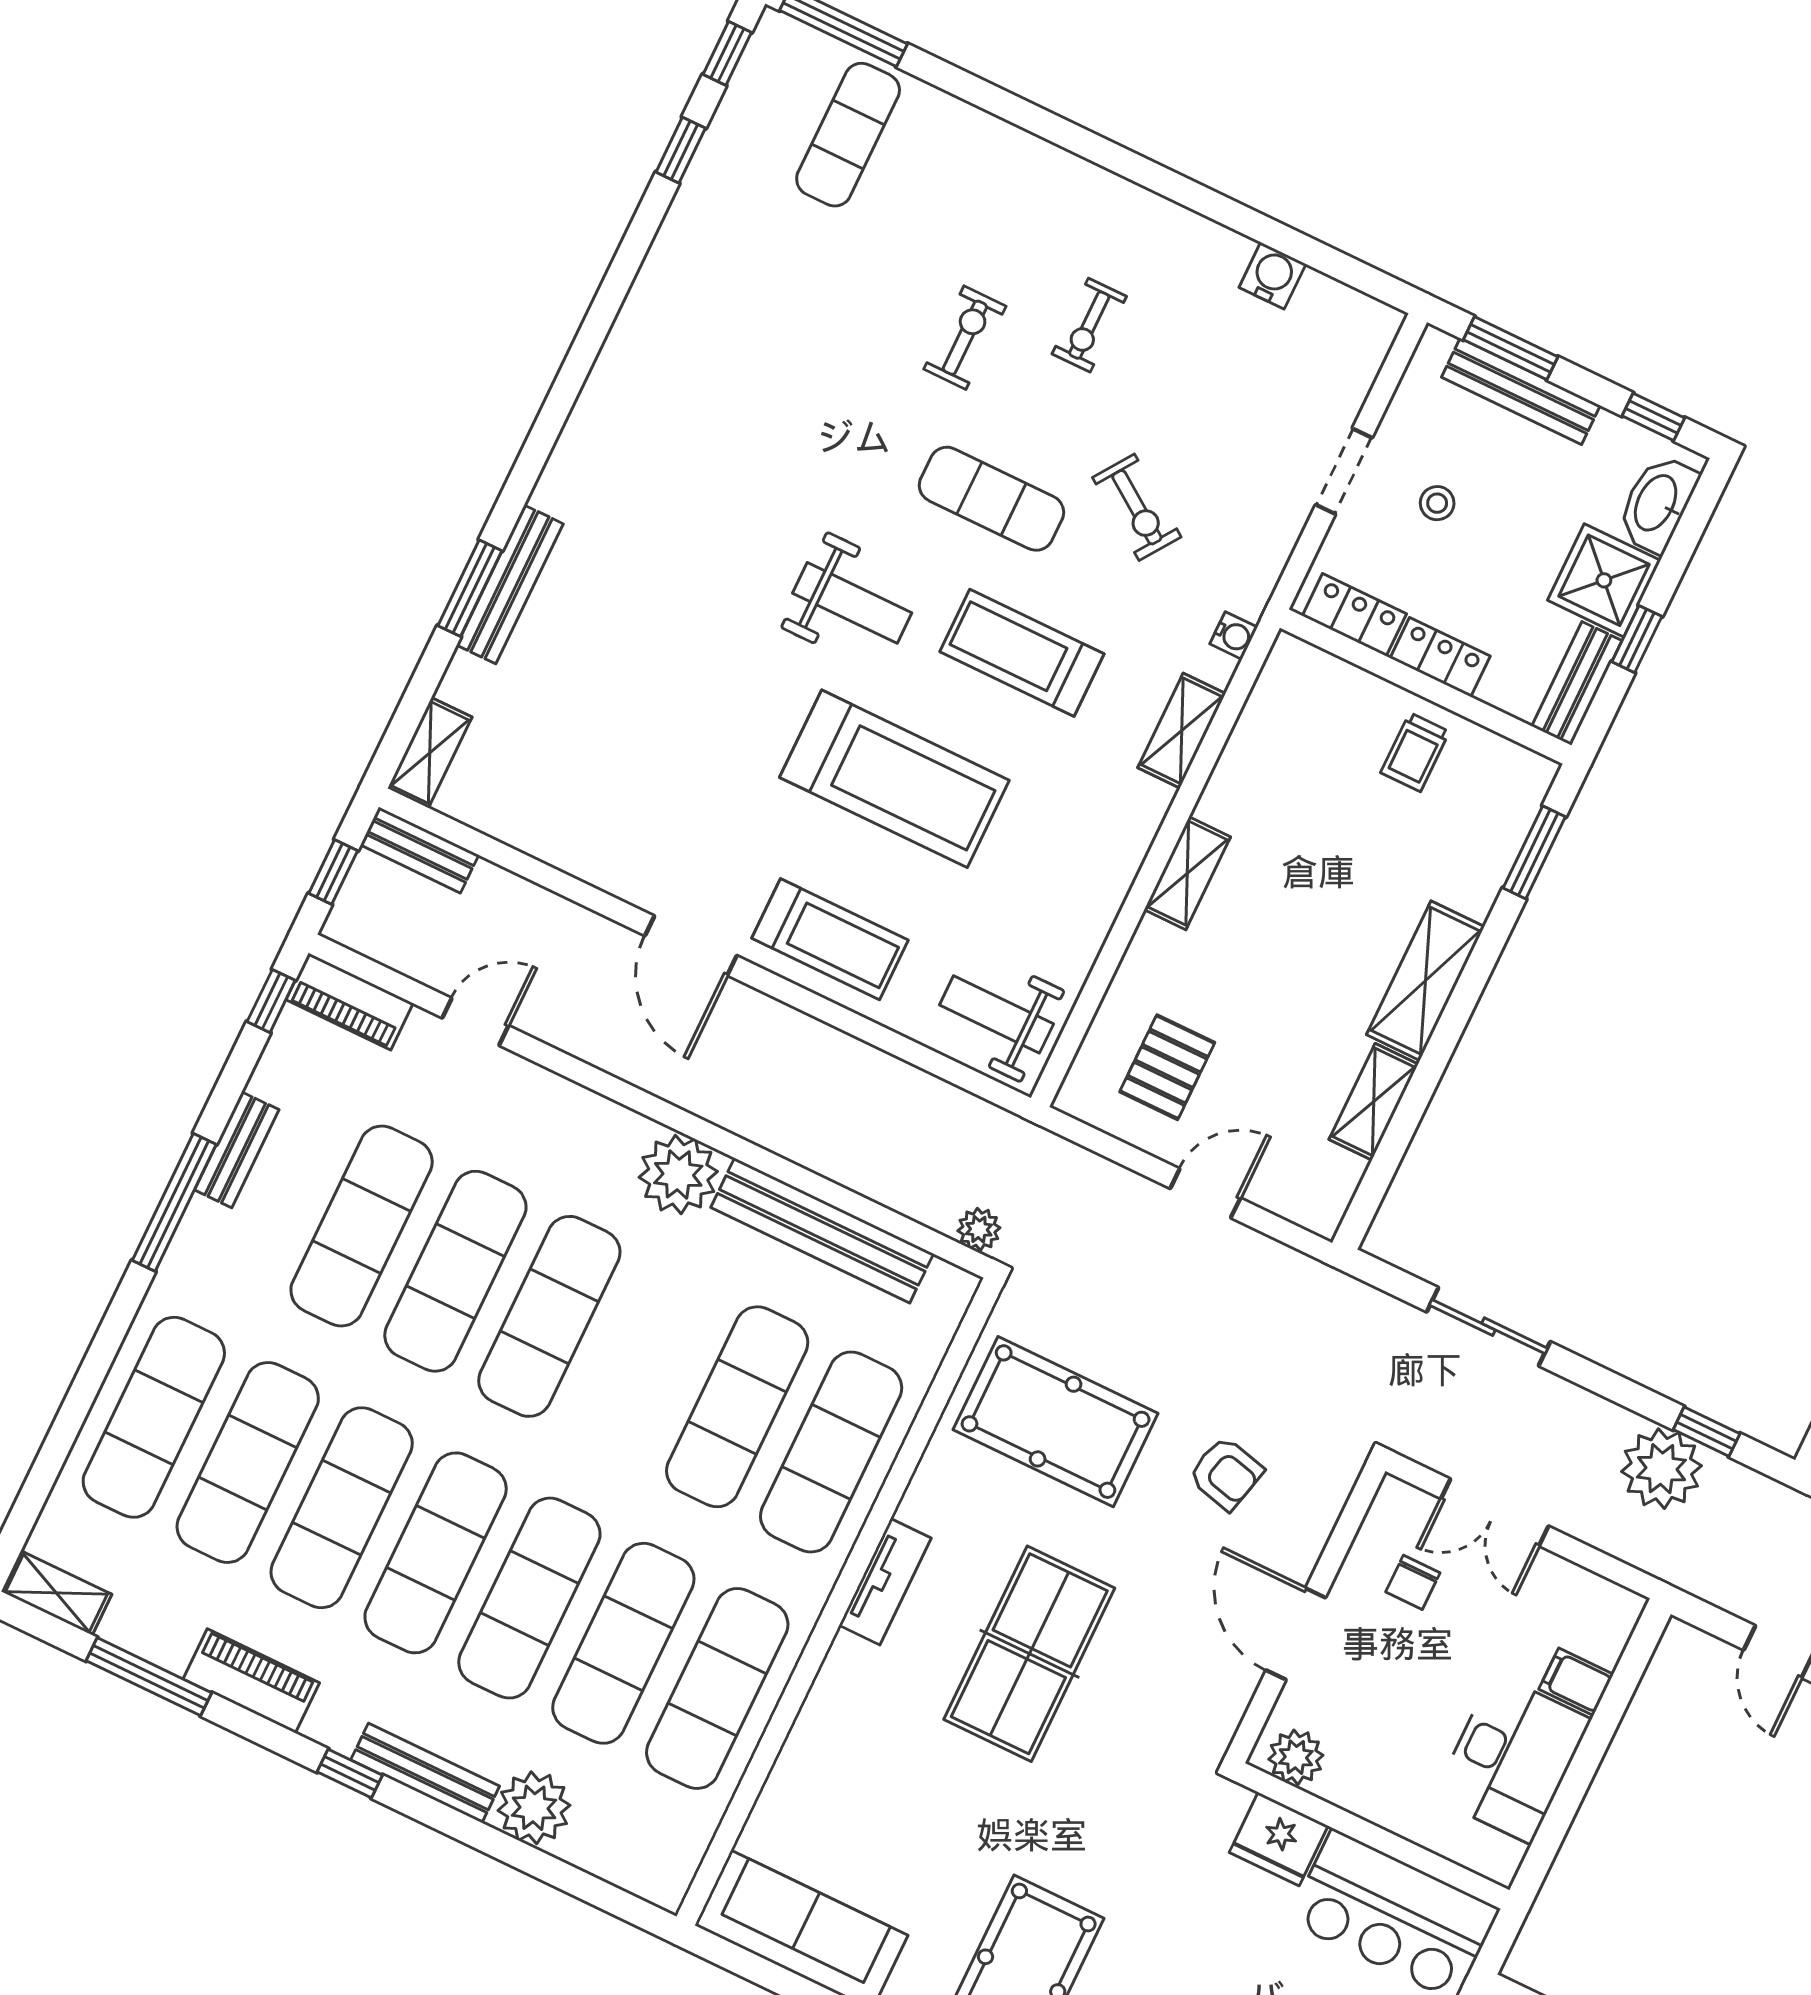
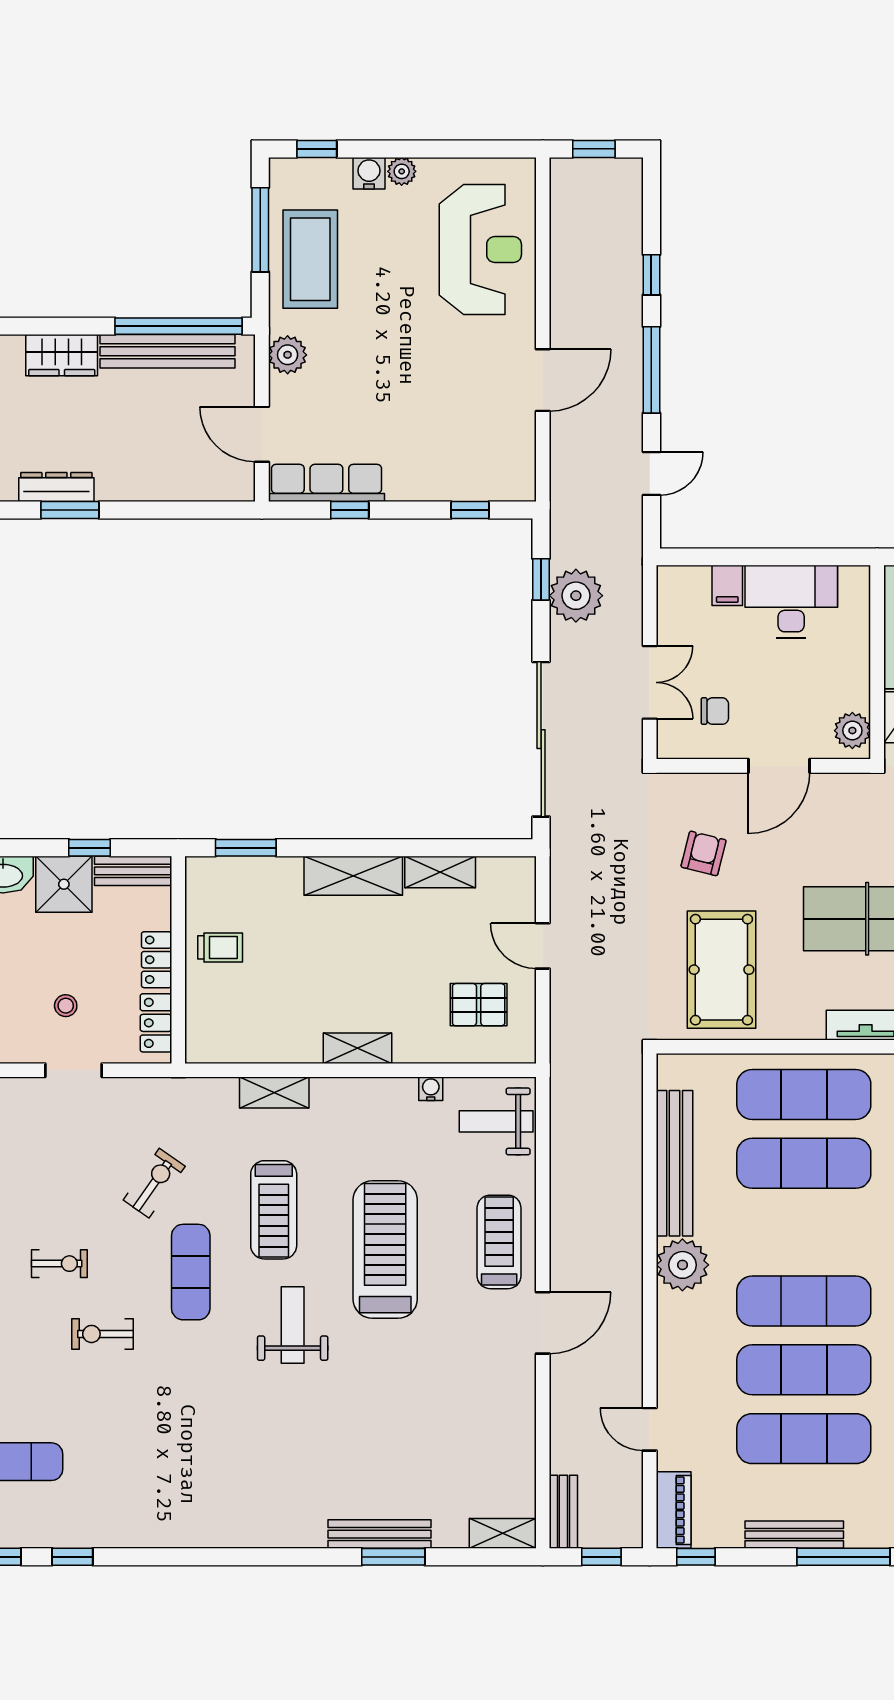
water cooler: (1234, 636) -> (431, 1089), moved
weight bench: (996, 1014) -> (496, 1121), turned 90
bench: (237, 1150) -> (794, 1535), width x1.36
plant: (979, 1229) -> (629, 1070), removed
sliding door: (1488, 1327) -> (541, 739), width x1.86

